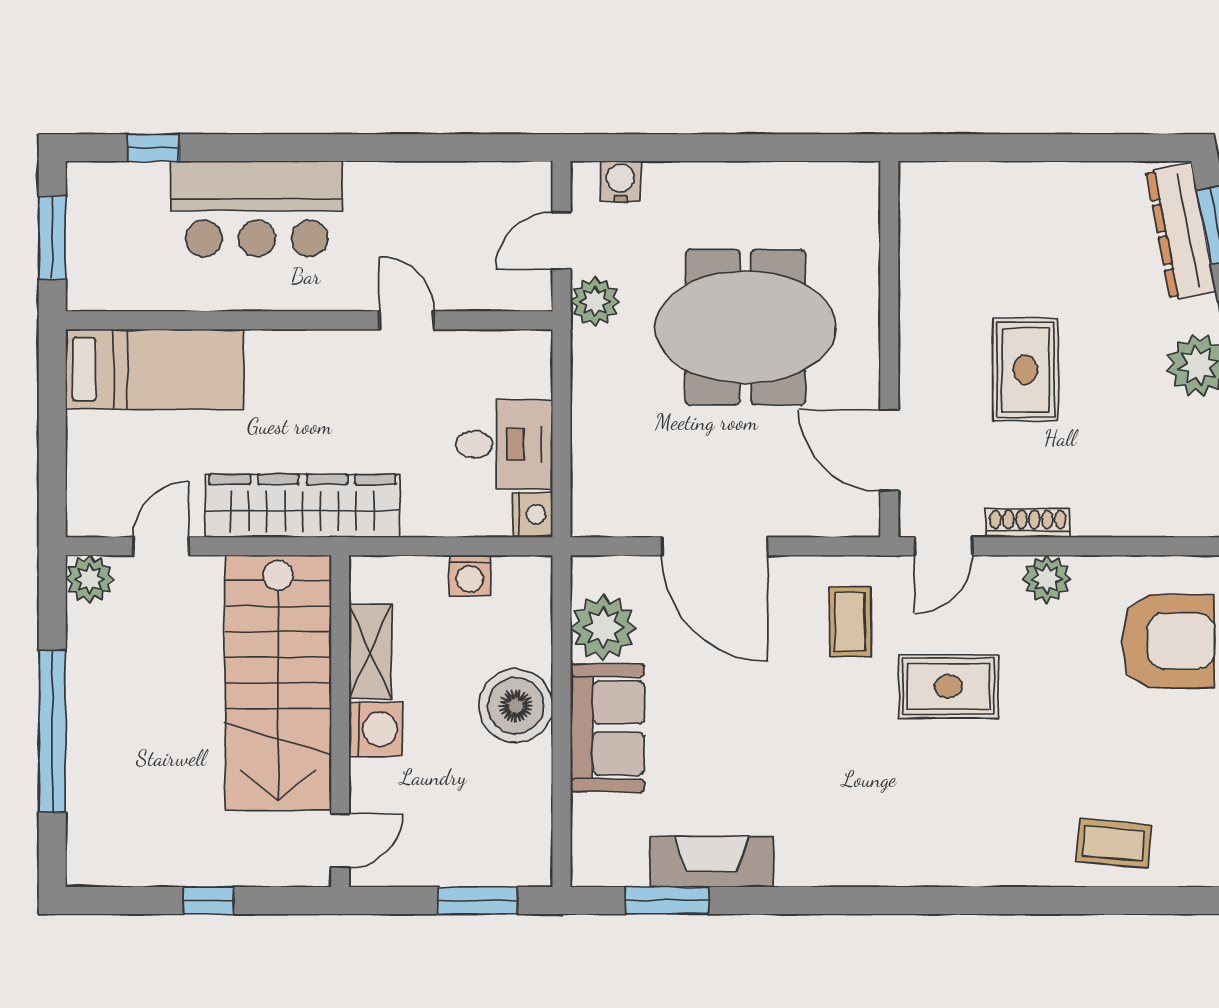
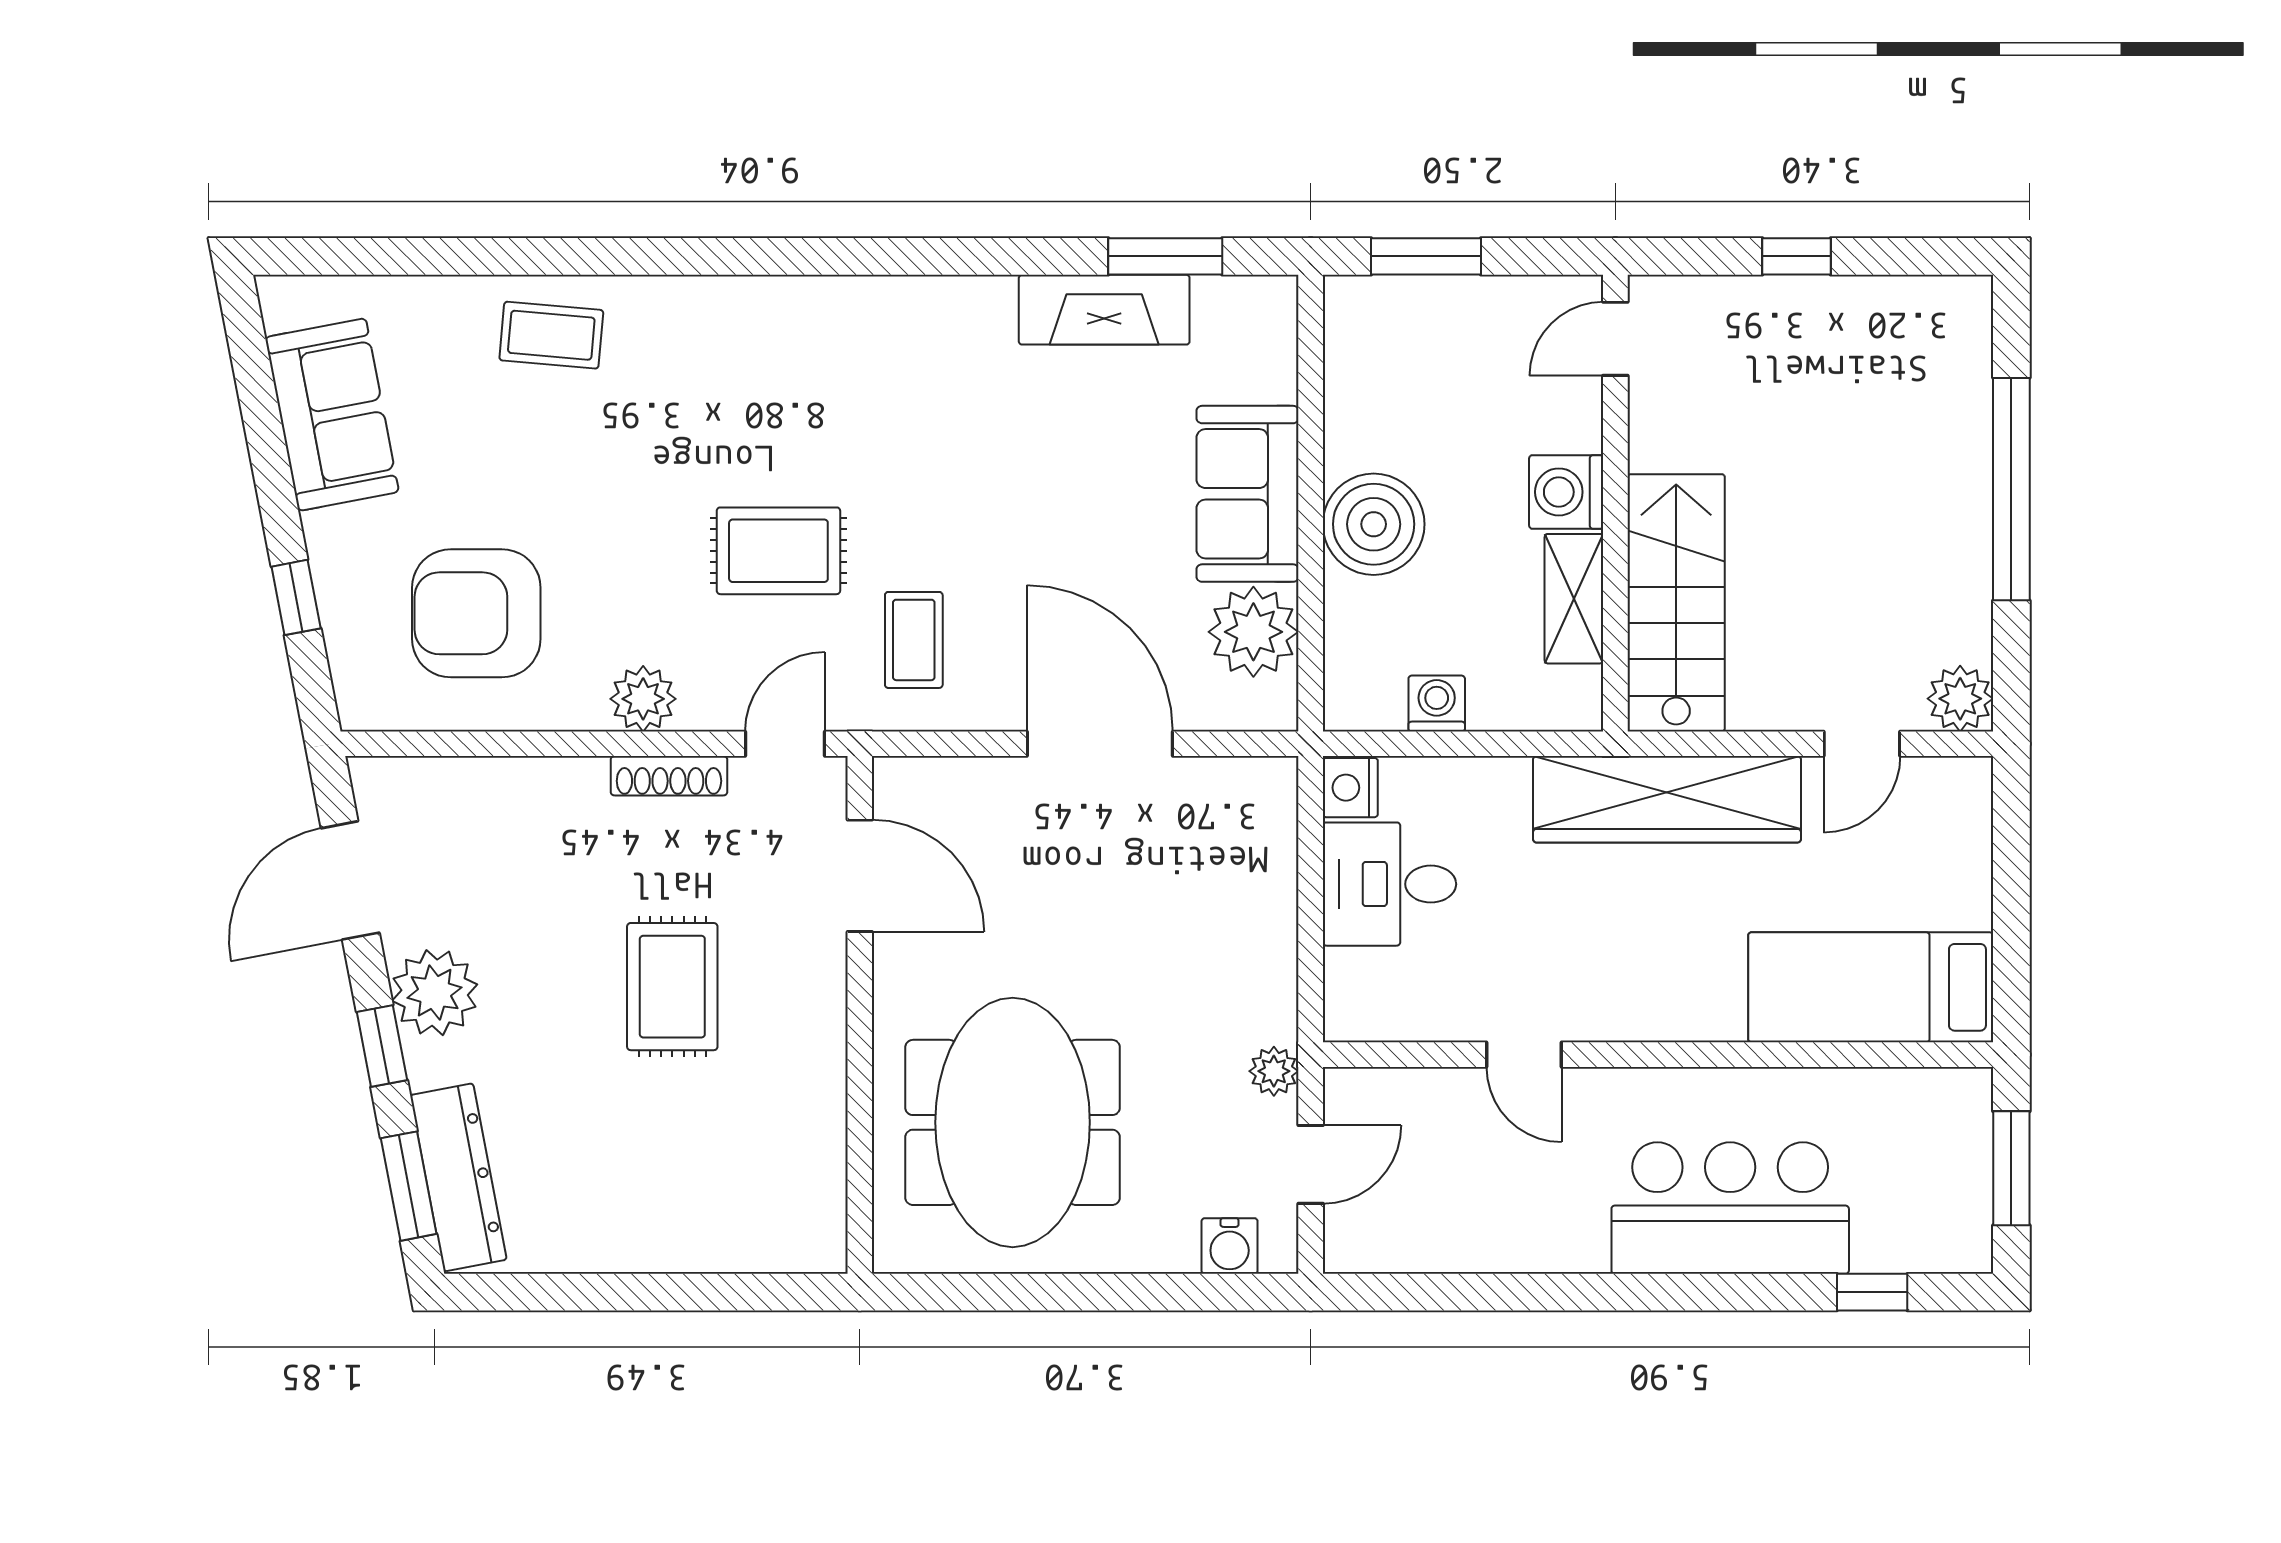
plant: (595, 302) -> (1274, 1071), width x0.73, depth x0.73
meeting table: (745, 327) -> (1013, 1122), moved, turned 90
stairs: (278, 683) -> (1676, 603), width x0.73, depth x0.66

